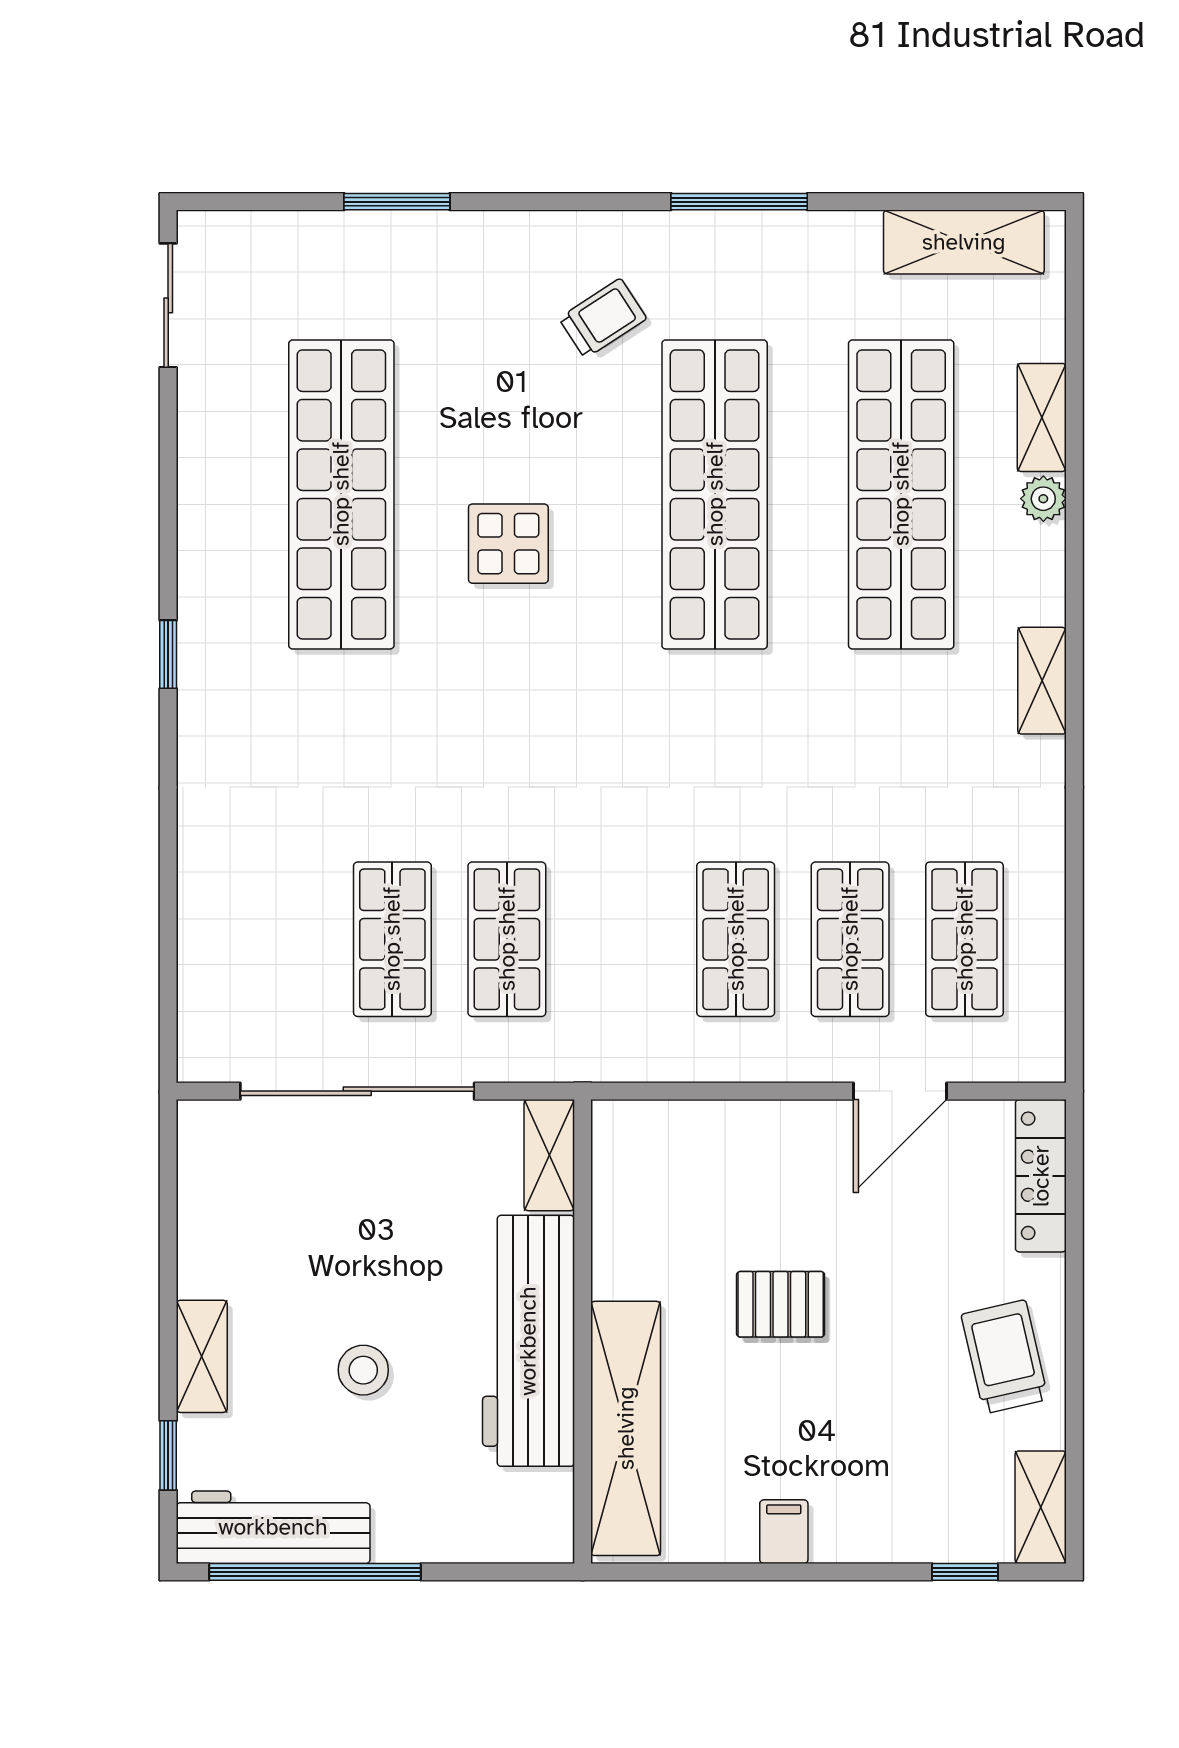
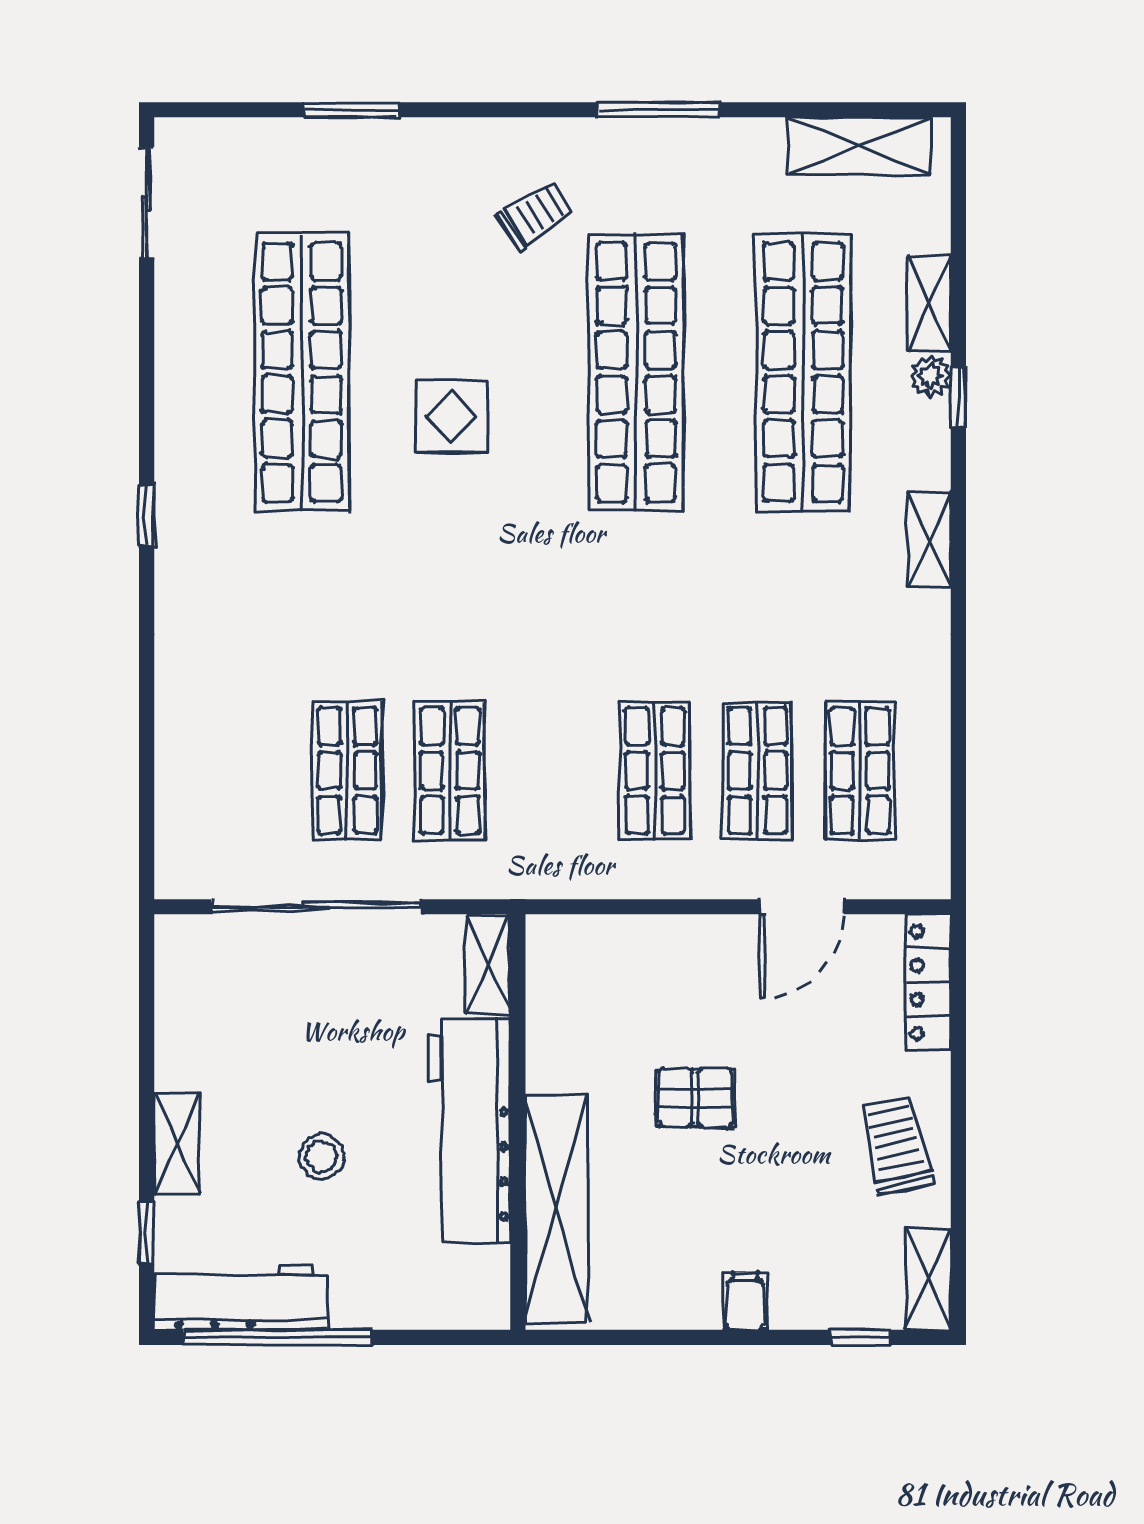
window: (1074, 522) -> (958, 397), added
filing cabinet: (784, 1532) -> (745, 1301), moved

